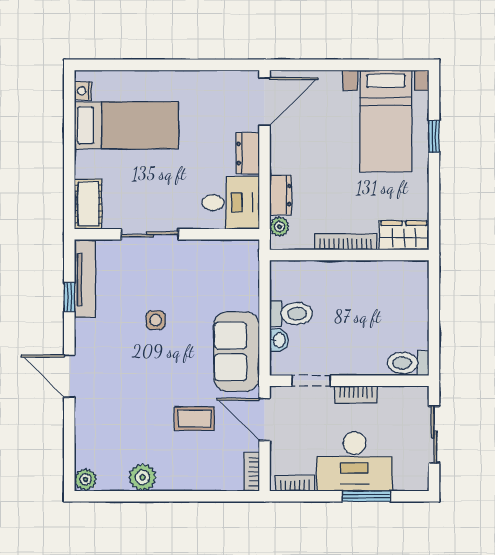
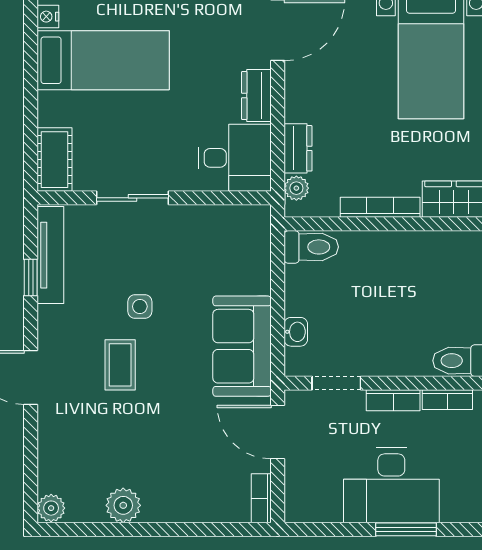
toilet: (291, 314) -> (311, 247), moved
coffee table: (195, 419) -> (120, 365), moved, turned 90
bookcase: (295, 483) -> (447, 400), moved, turned 180

